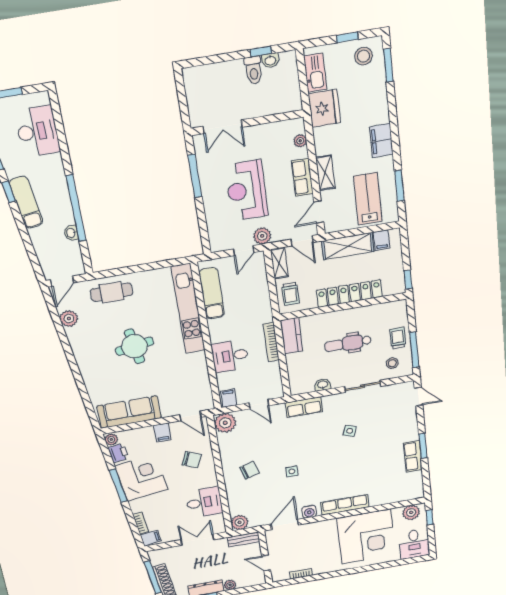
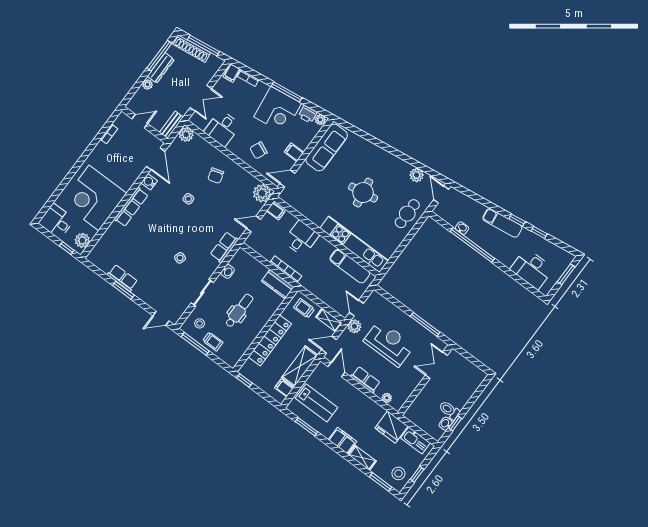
shelving: (325, 173) -> (362, 458), moved

